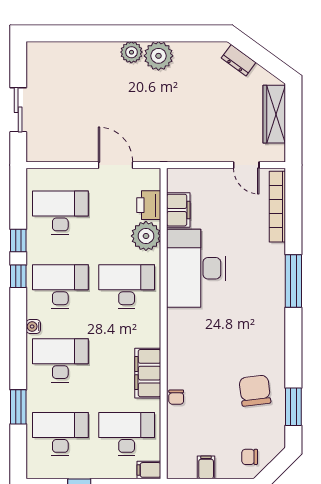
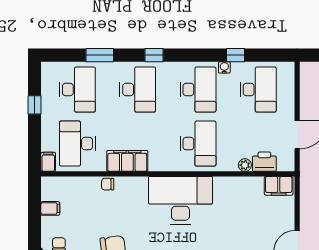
filing cabinet: (178, 210) -> (279, 186), moved
plant: (146, 236) -> (245, 165), width x0.53, depth x0.53
desk: (196, 268) -> (180, 200), moved
window: (18, 276) -> (154, 55), moved
water cooler: (33, 327) -> (224, 67), moved
desk: (127, 434) -> (77, 144), turned 180

